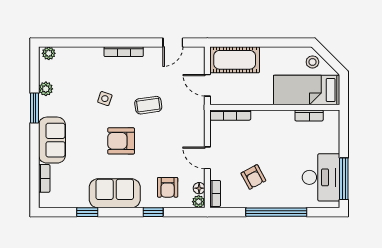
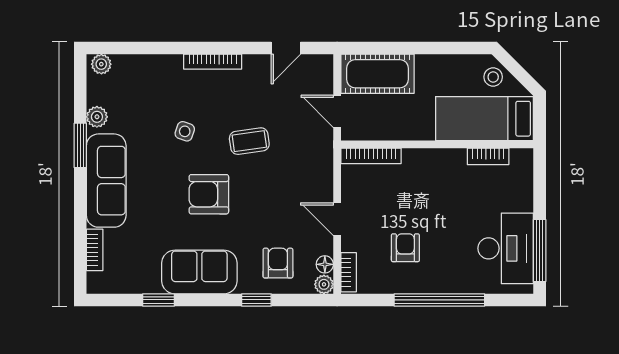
sofa: (52, 140) -> (106, 181), width x1.36
armchair: (253, 177) -> (405, 248), turned -152
armchair: (168, 187) -> (278, 263), turned 180

